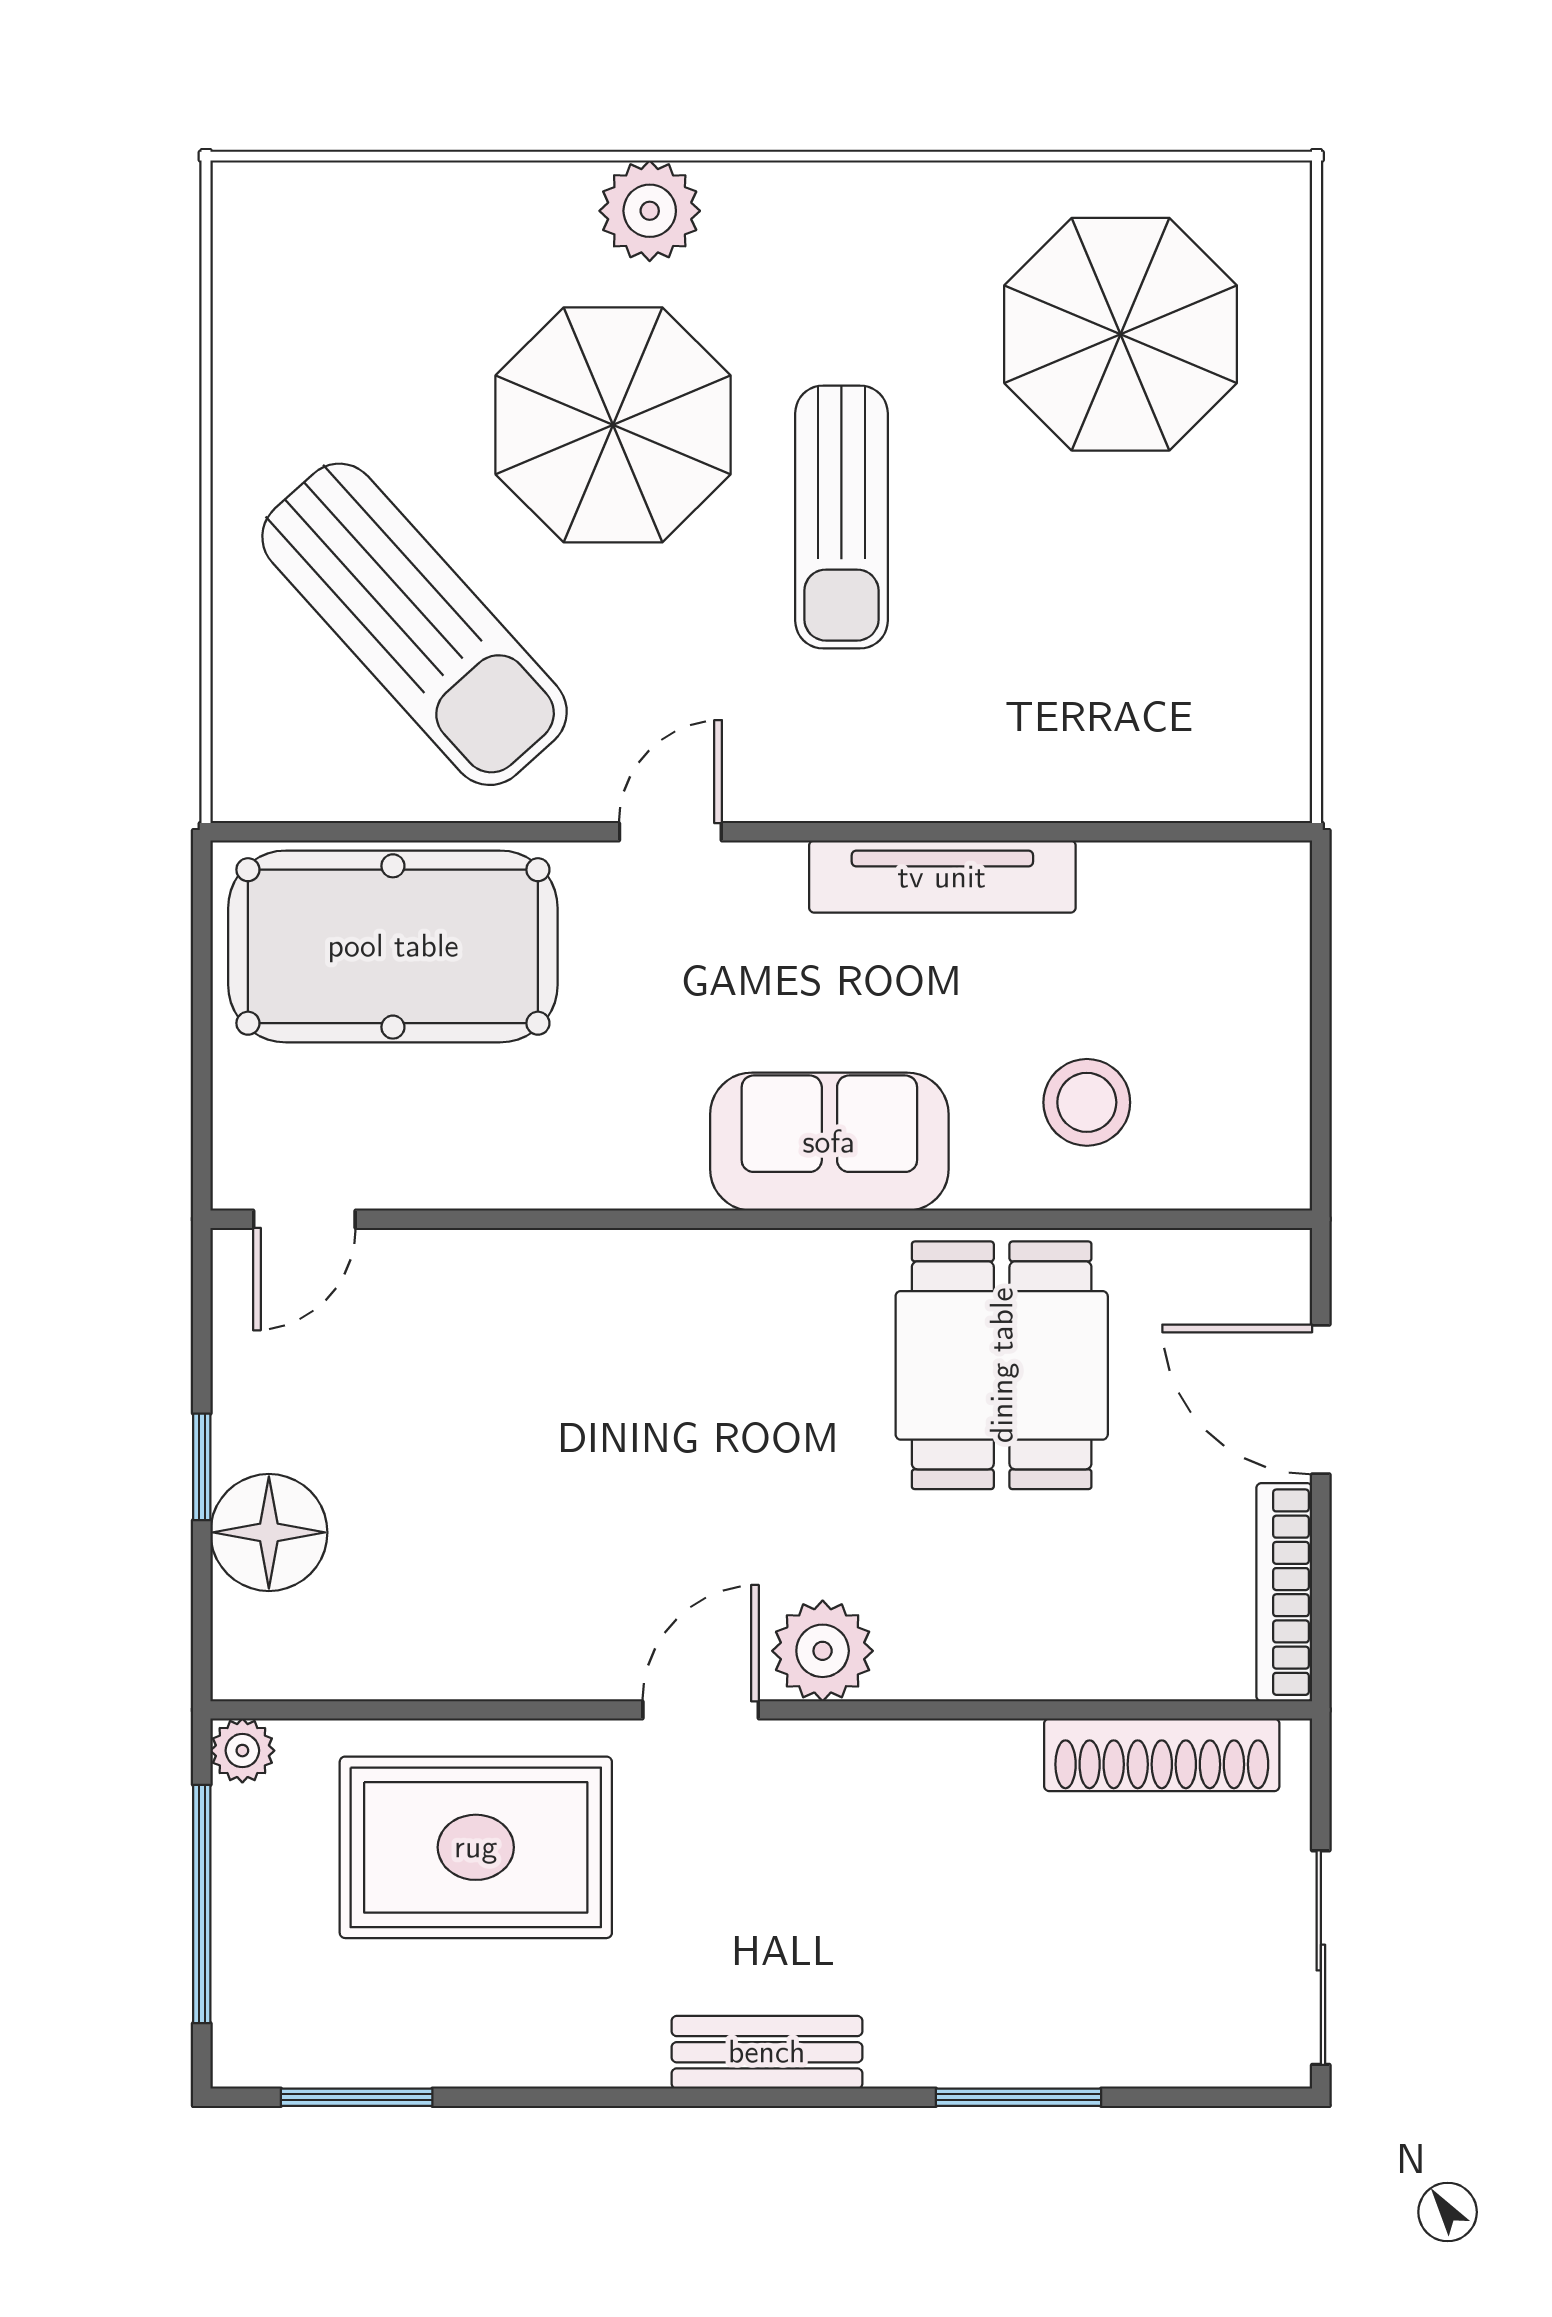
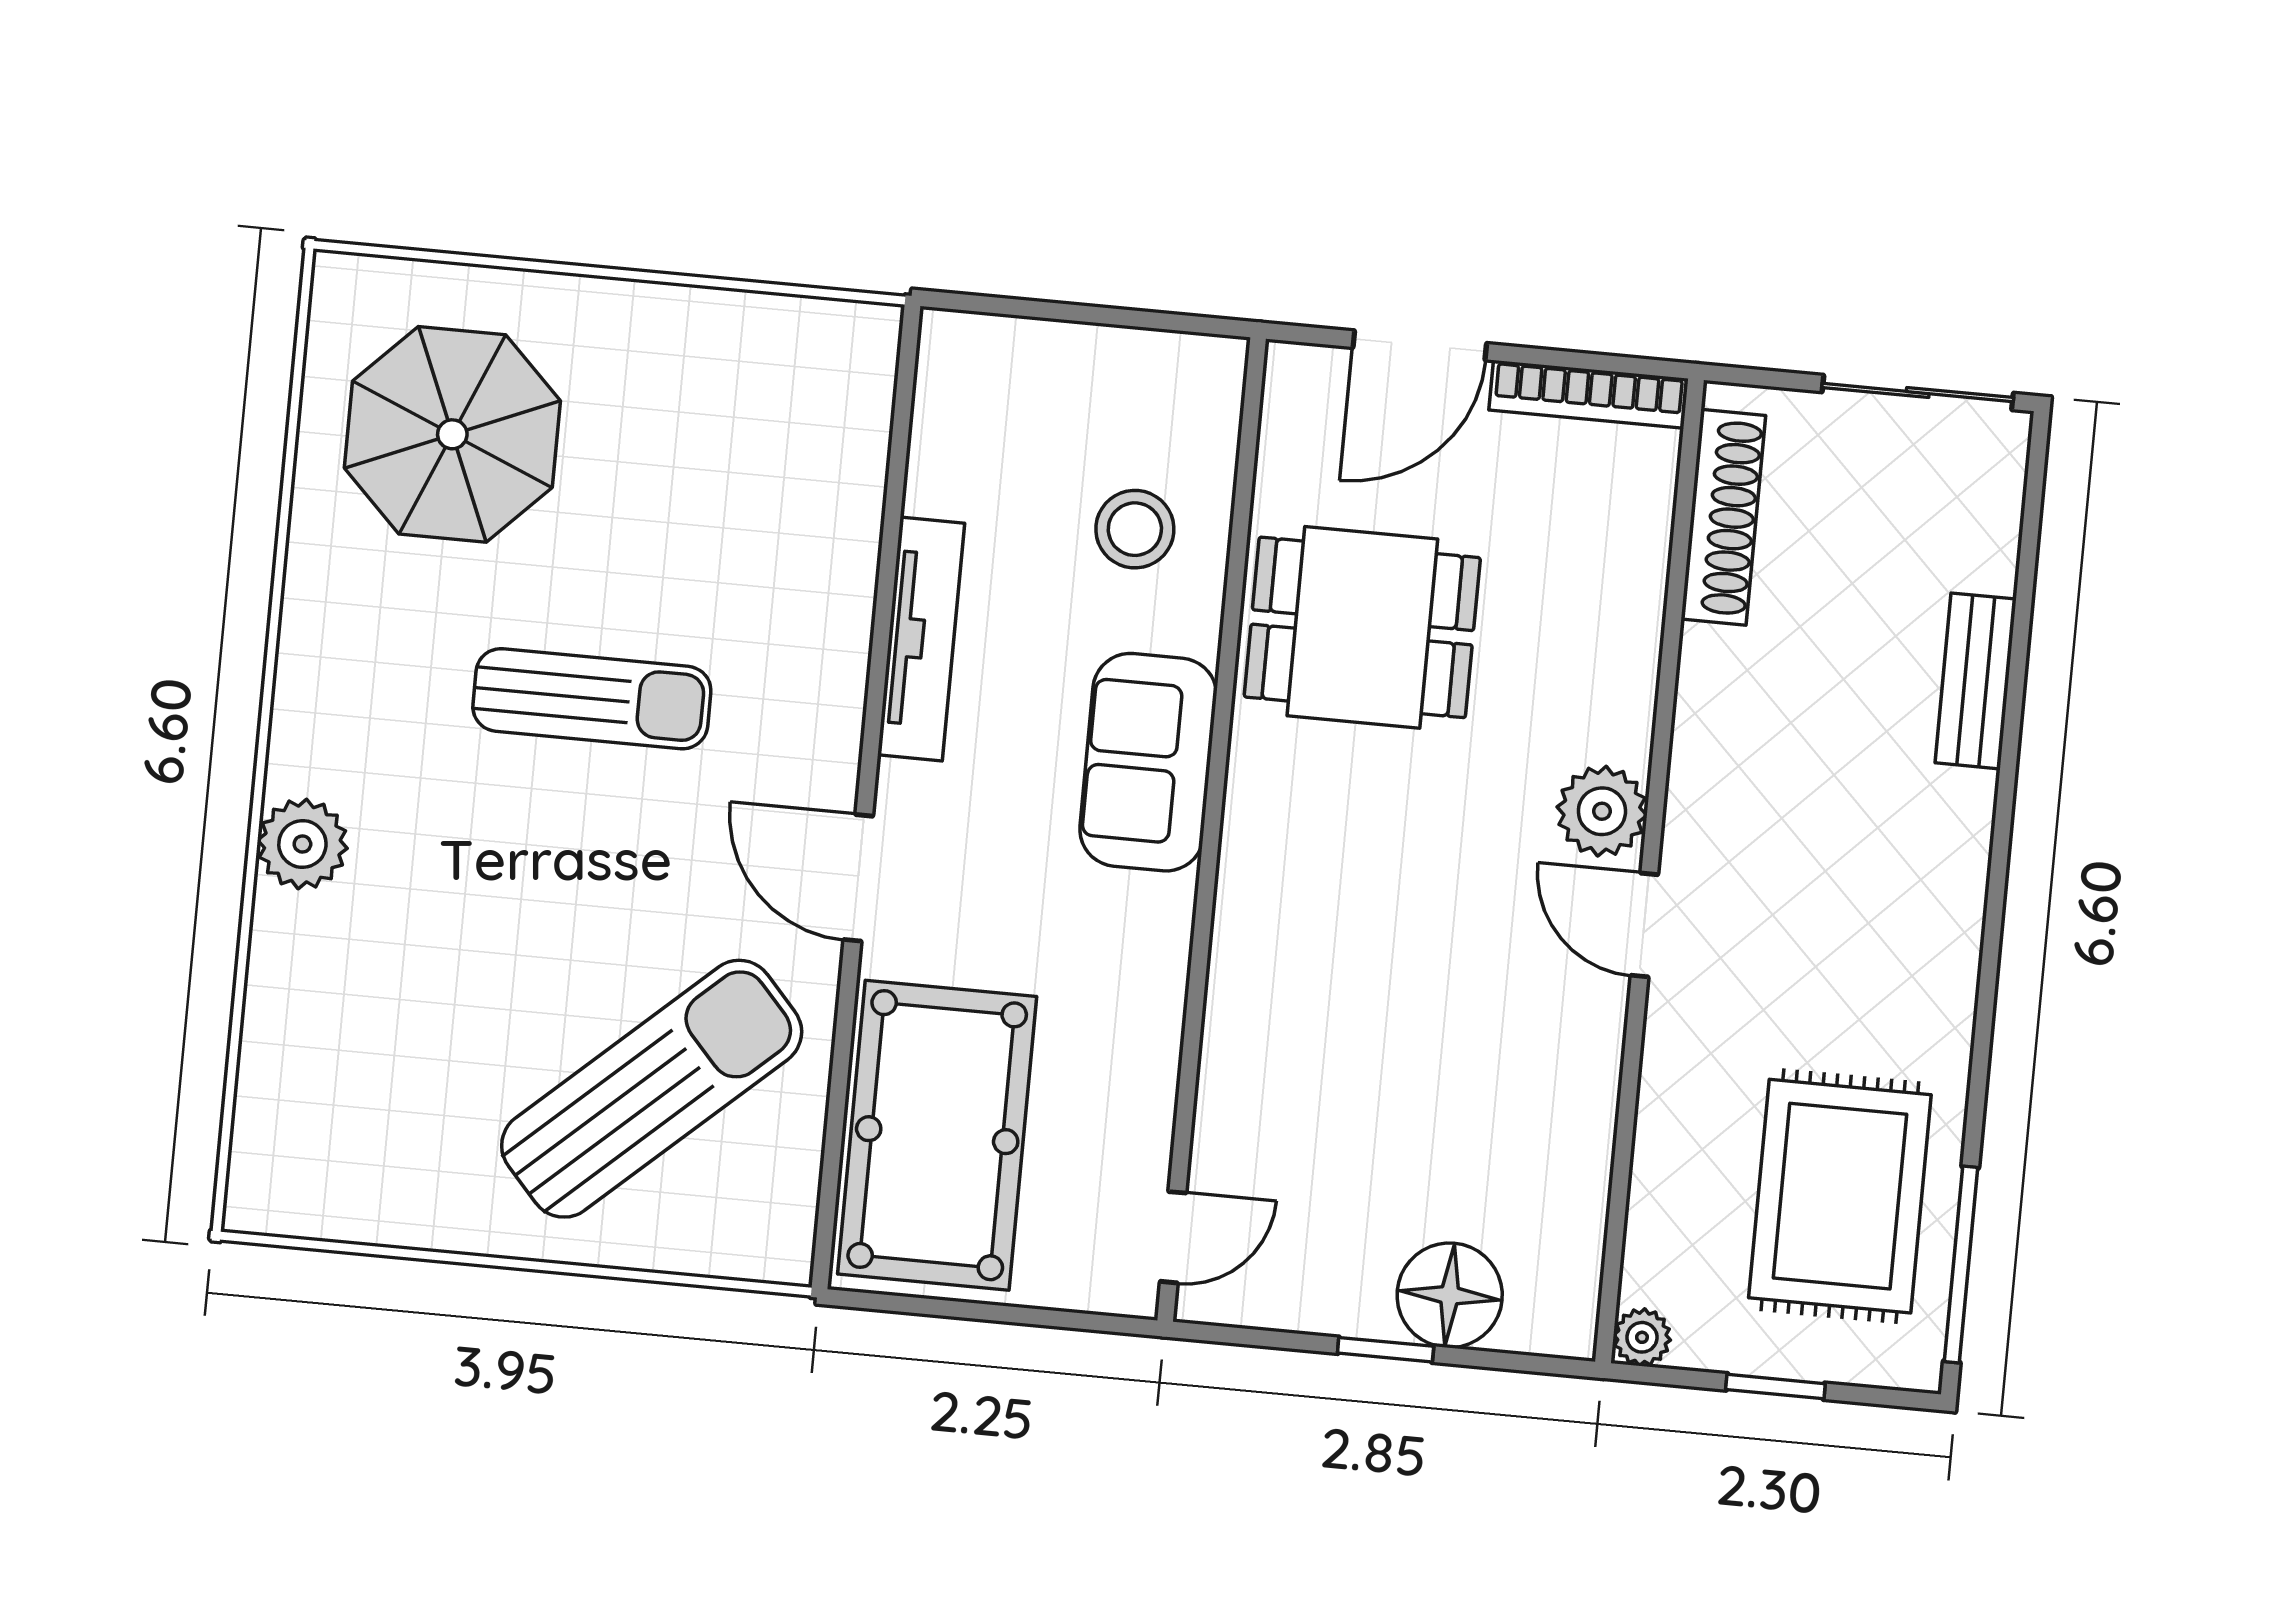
parasol: (613, 425) -> (490, 895), removed
door: (670, 832) -> (858, 878), width x1.38
door: (304, 1219) -> (1173, 1237), hinge flipped
rug: (476, 1847) -> (1840, 1196), moved
window: (202, 1904) -> (1775, 1387), width x0.46
bench: (767, 2052) -> (1976, 681), moved
window: (357, 2097) -> (1961, 1265), width x1.44
window: (1019, 2097) -> (2017, 674), removed

